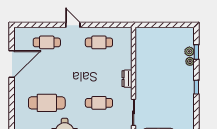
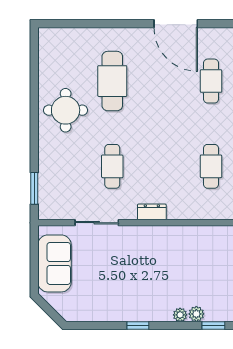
window: (196, 52) -> (213, 325), moved

